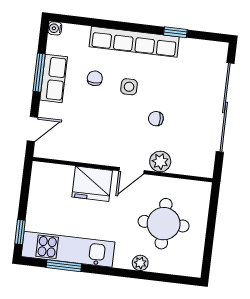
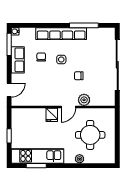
window: (175, 32) -> (84, 25), width x2.17
window: (39, 73) -> (9, 44), moved
fridge: (92, 184) -> (52, 115), width x0.53, depth x0.75
window: (20, 232) -> (9, 136), moved

